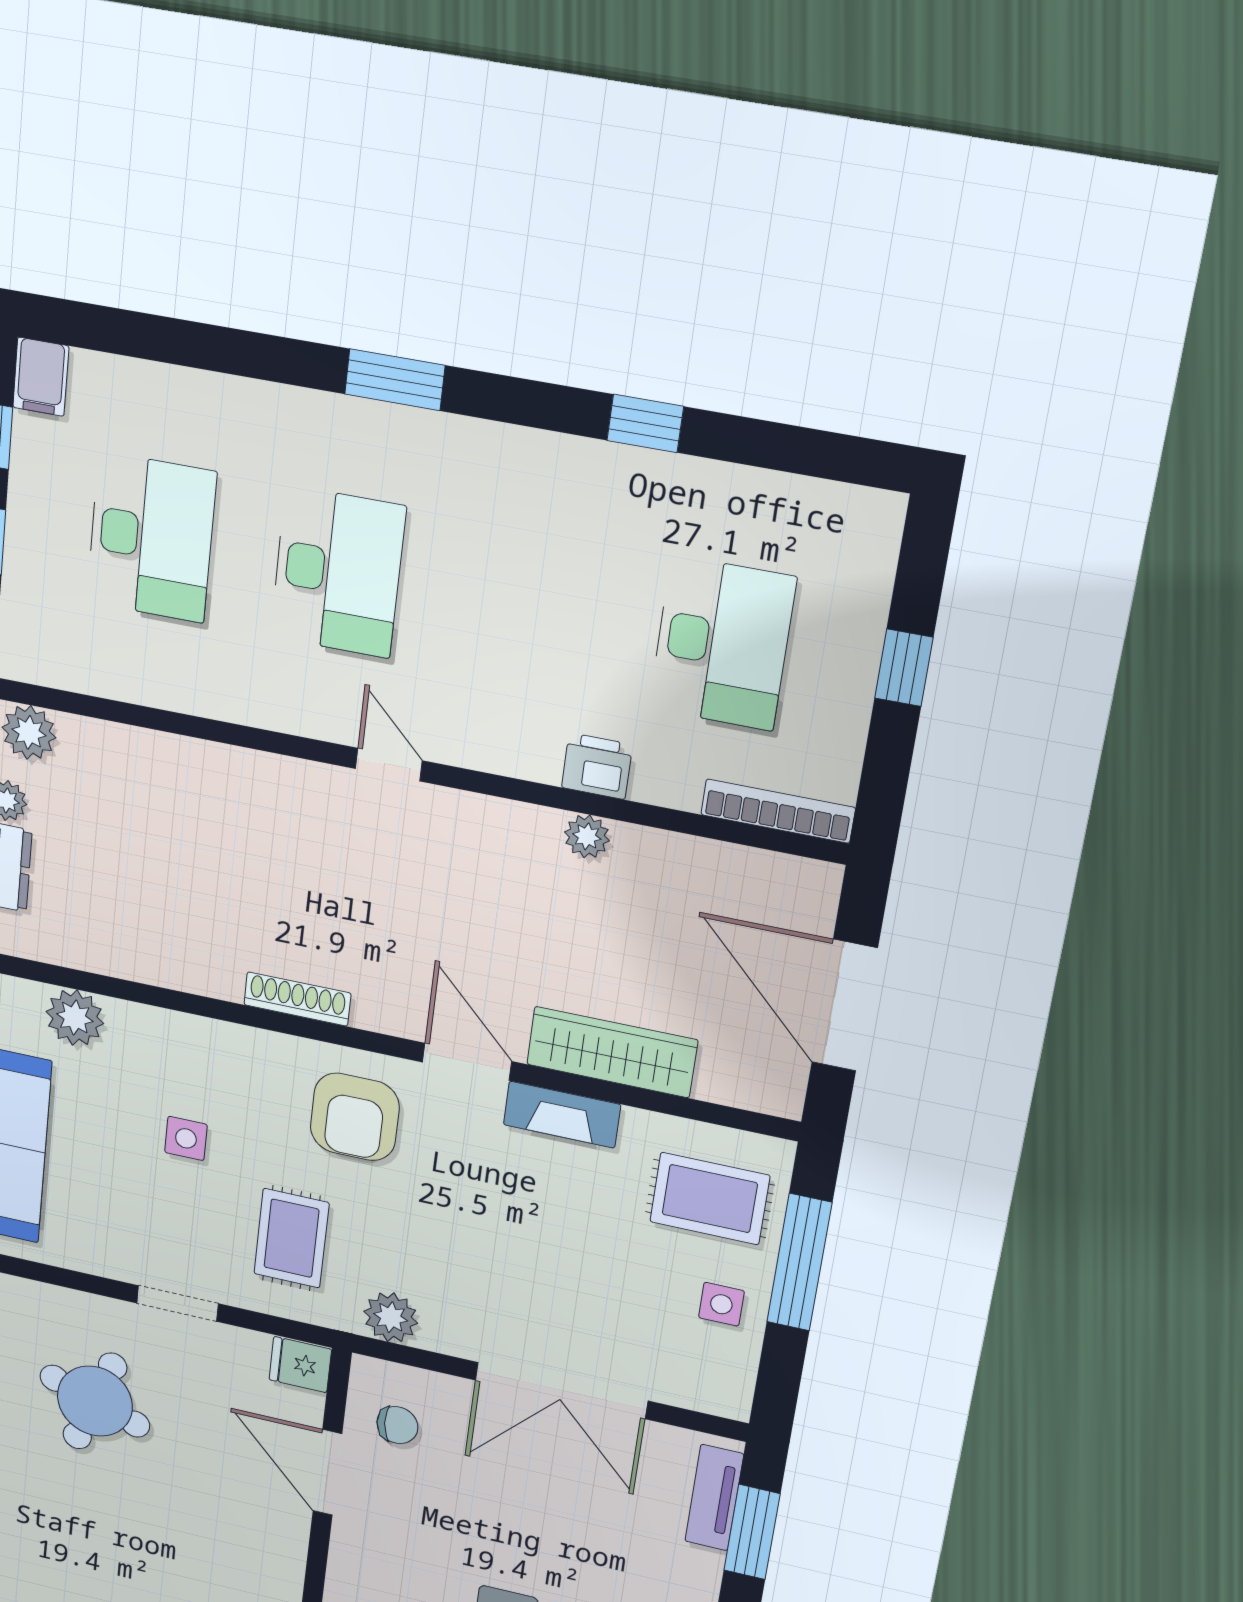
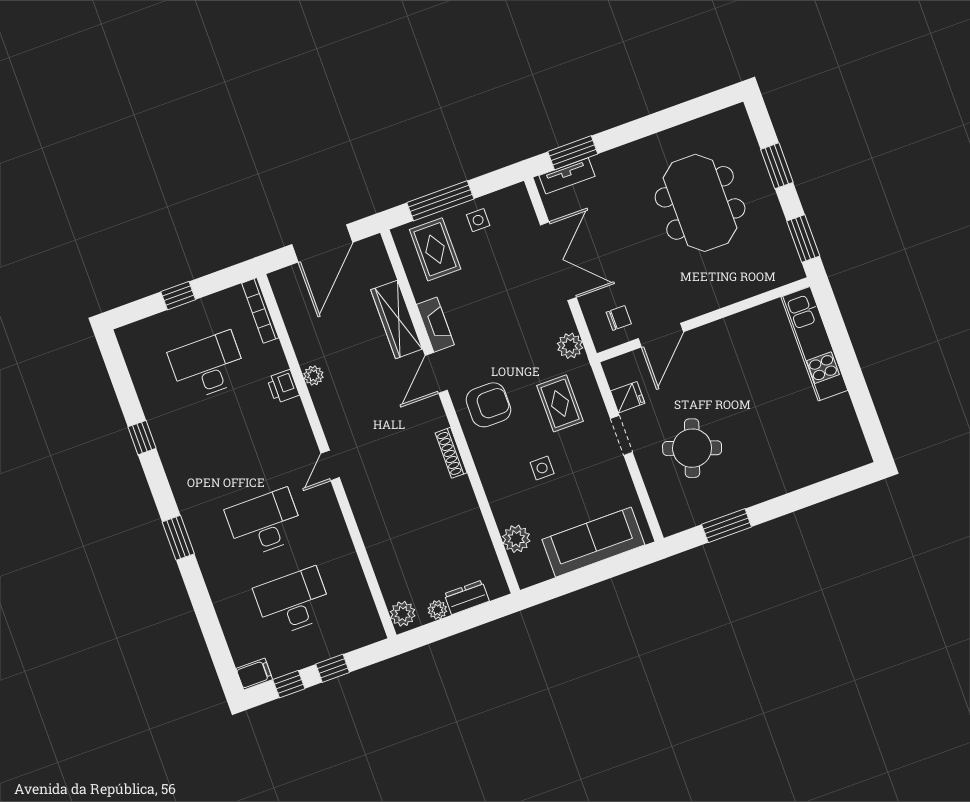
rug: (291, 1238) -> (560, 403), turned 90
fridge: (300, 1365) -> (628, 397), moved, turned -90
chair: (397, 1425) -> (619, 318), turned 95

